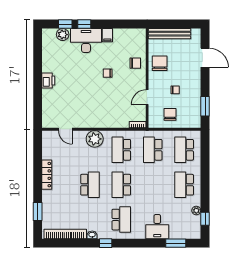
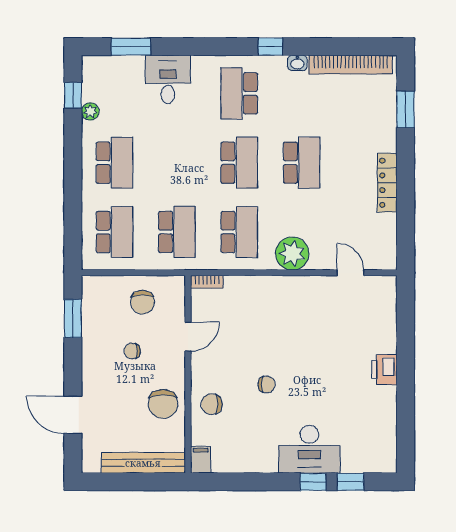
plant: (63, 35) -> (356, 461), removed
filing cabinet: (107, 35) -> (201, 460), moved
school desk: (90, 185) -> (302, 163), turned 180

